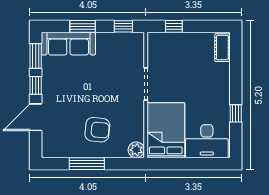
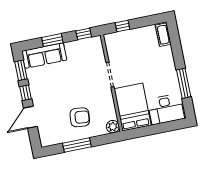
window: (236, 113) -> (184, 83), width x2.17

